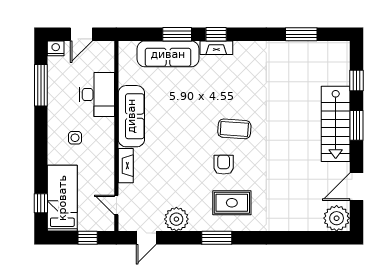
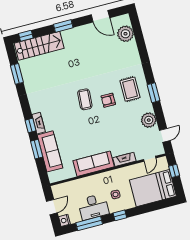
door: (81, 34) -> (52, 207), hinge flipped
window: (356, 80) -> (26, 36), moved
desk: (97, 94) -> (93, 207), moved, turned 180
stairs: (336, 124) -> (39, 46), moved
bed: (62, 198) -> (153, 188), width x1.50
window: (41, 203) -> (120, 215), moved
plant: (337, 218) -> (125, 34), moved
door: (146, 238) -> (165, 135), hinge flipped

